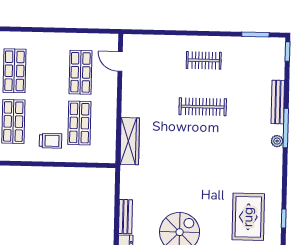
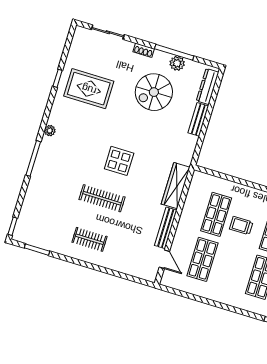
bench: (278, 102) -> (166, 228), moved
trolley: (50, 141) -> (241, 226), moved
plant: (277, 141) -> (50, 131), moved
display table: (196, 150) -> (119, 161), added
rug: (248, 217) -> (89, 89), turned 90

